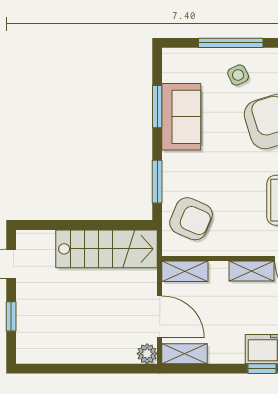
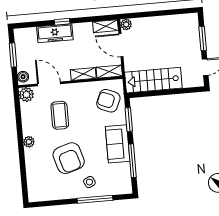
window: (157, 107) -> (132, 161), width x1.44
sofa: (181, 117) -> (118, 144), moved
shelving: (252, 271) -> (83, 74), moved
window: (11, 316) -> (203, 38), width x1.50

